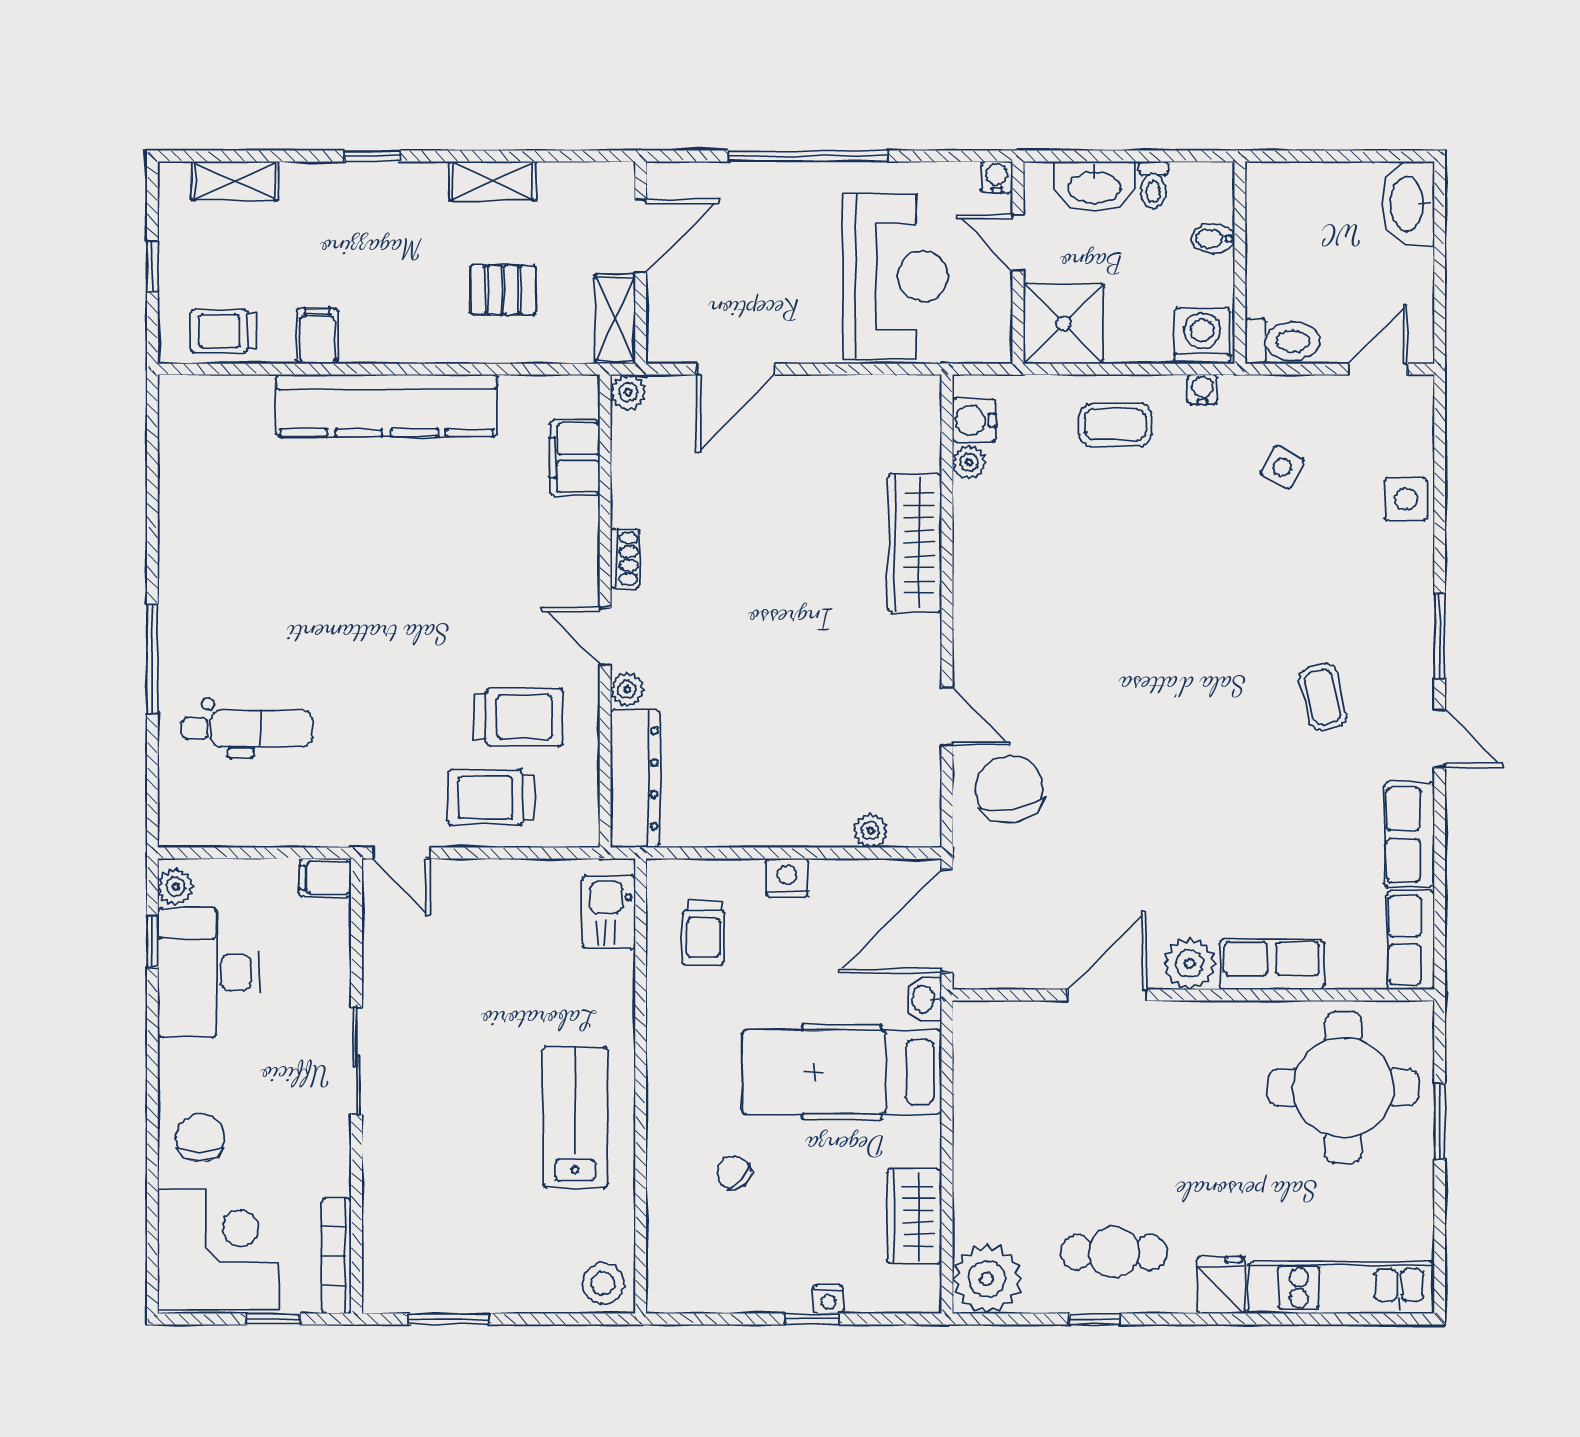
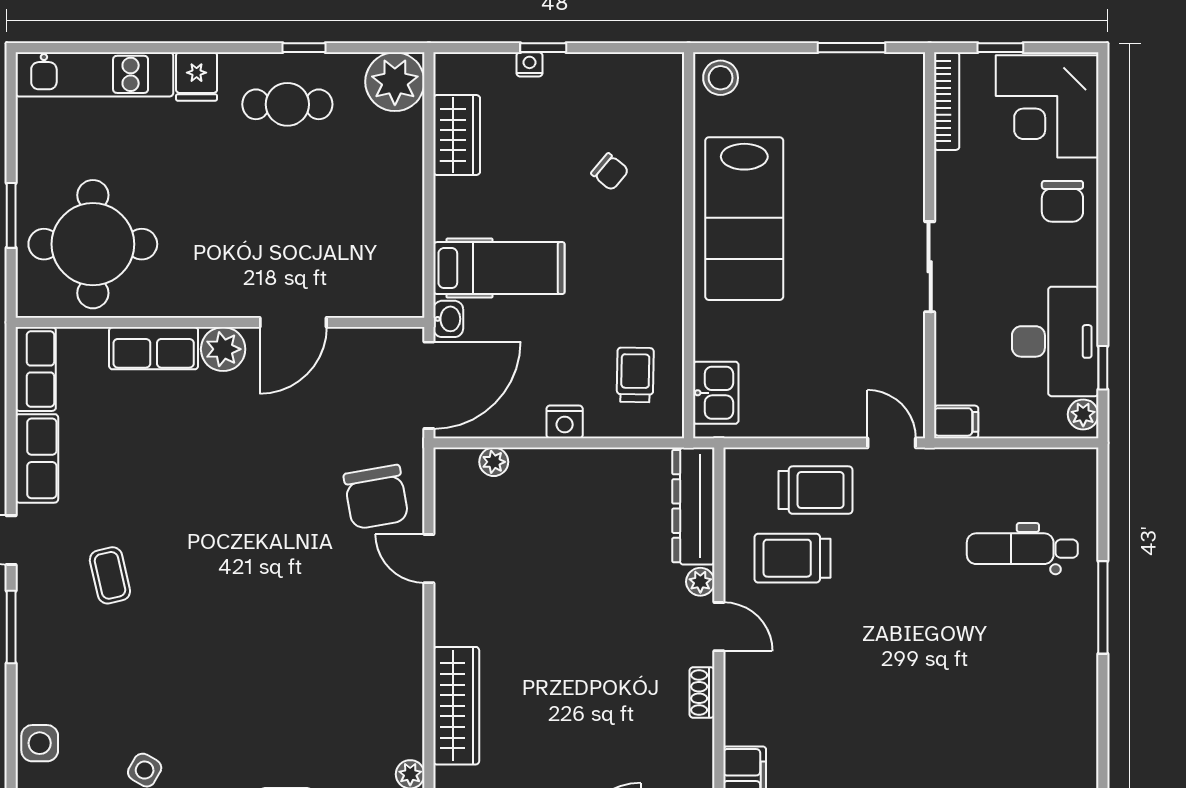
hospital bed: (842, 1072) -> (499, 268), width x0.73, depth x0.78
lab bench: (575, 1117) -> (744, 219), width x1.36, depth x1.39

